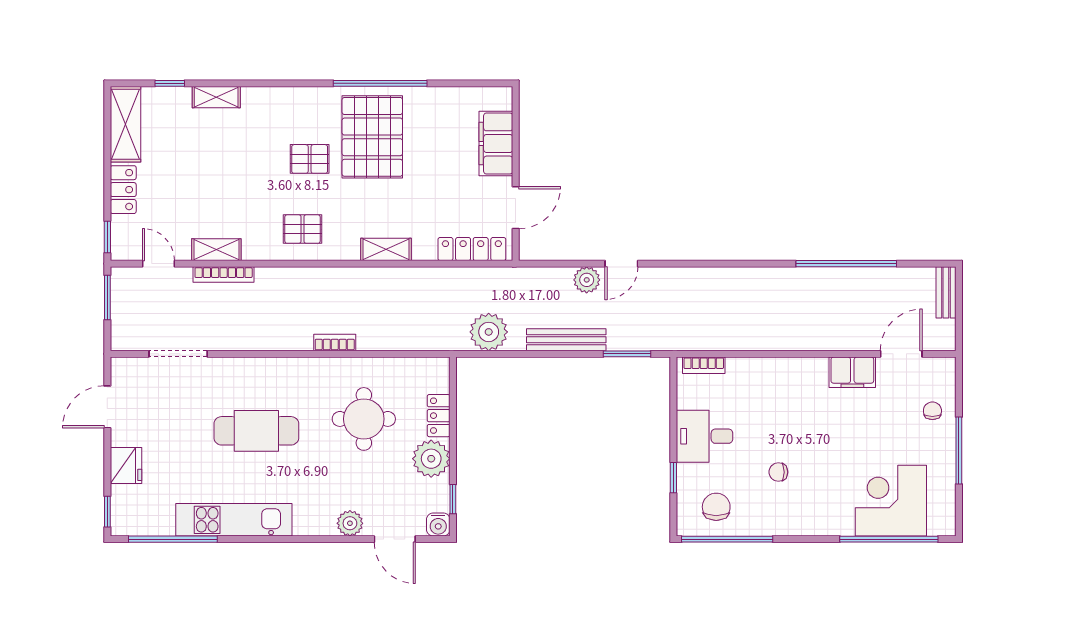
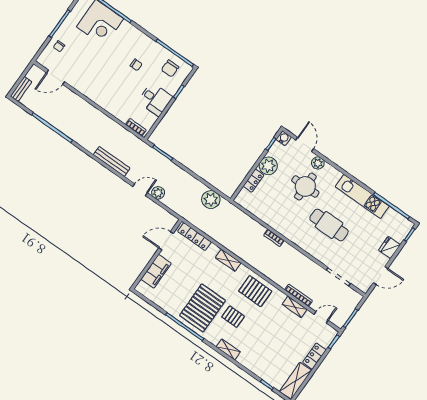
shelving: (216, 97) -> (228, 349), moved
pallet: (303, 229) -> (255, 291), width x1.50, depth x1.42
door: (158, 264) -> (321, 317), swing flipped
bench: (566, 340) -> (112, 161), moved
filing cabinet: (852, 372) -> (80, 83), removed
round table: (364, 419) -> (305, 186), moved

